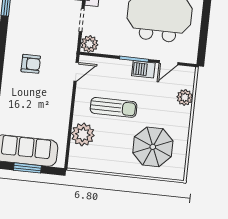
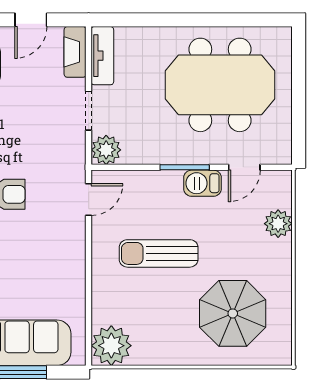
sun lounger: (114, 107) -> (159, 253), turned 180
plant: (83, 134) -> (111, 346), moved

